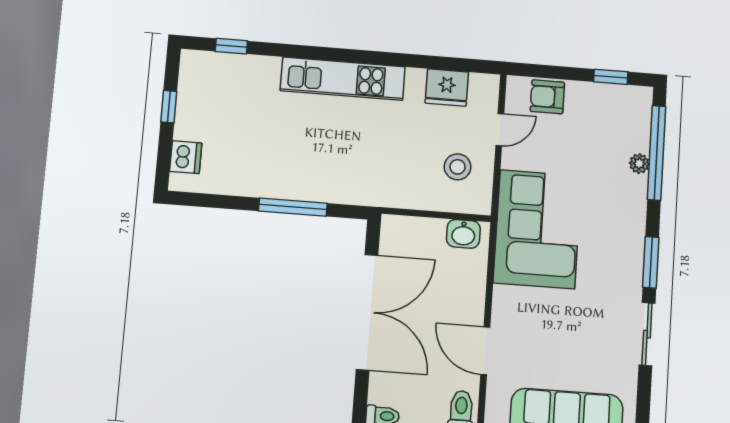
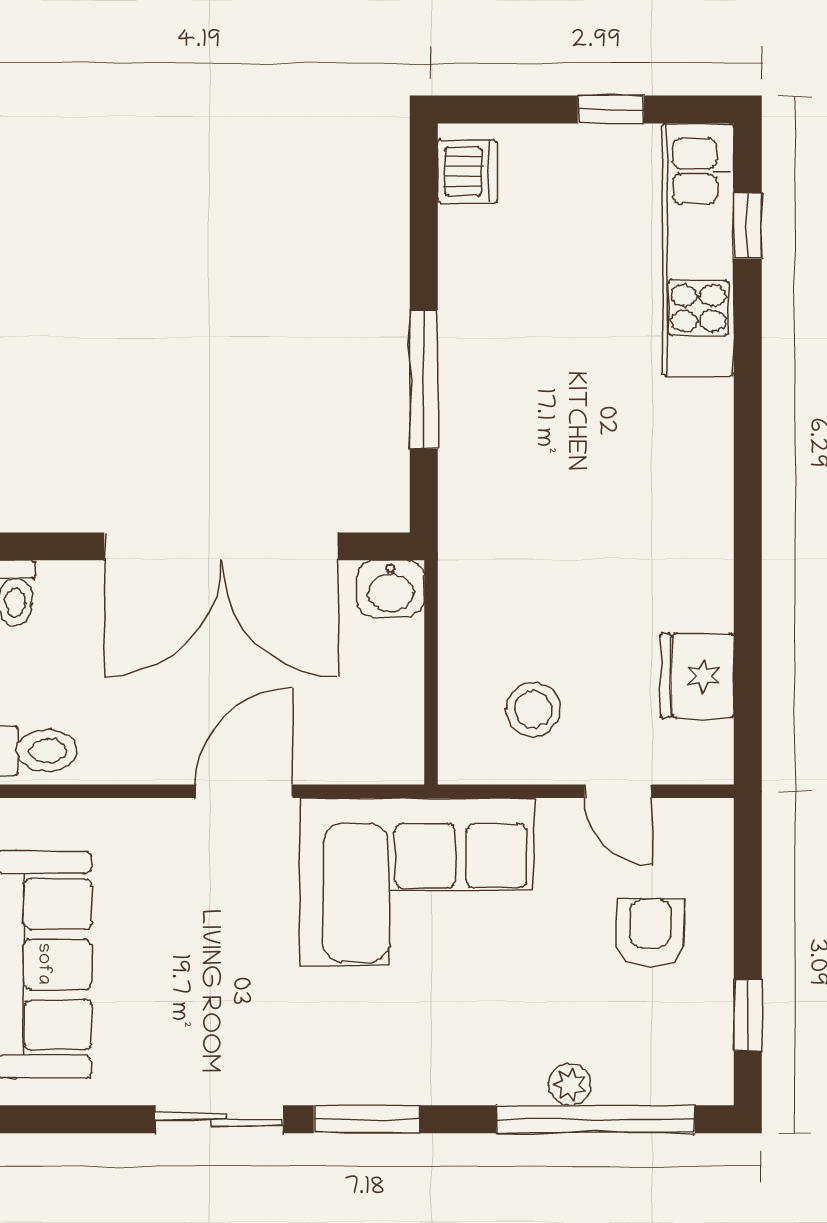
kitchen unit: (343, 79) -> (698, 250), moved
armchair: (547, 97) -> (650, 933), moved
dishwasher: (186, 157) -> (468, 171), moved, turned -90
washbasin: (463, 234) -> (391, 589), moved, turned -90
door: (485, 351) -> (244, 791), moved

